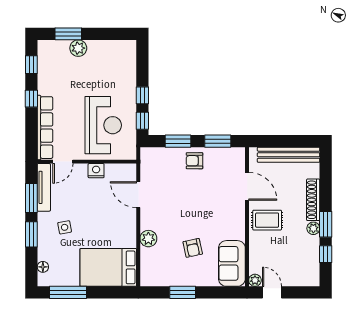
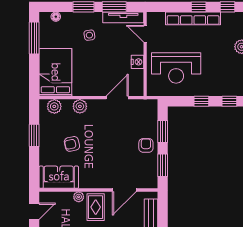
window: (142, 121) -> (229, 101), moved
row of seats: (45, 128) -> (193, 18), moved
plant: (149, 269) -> (54, 106), added
plant: (255, 280) -> (79, 197), moved

